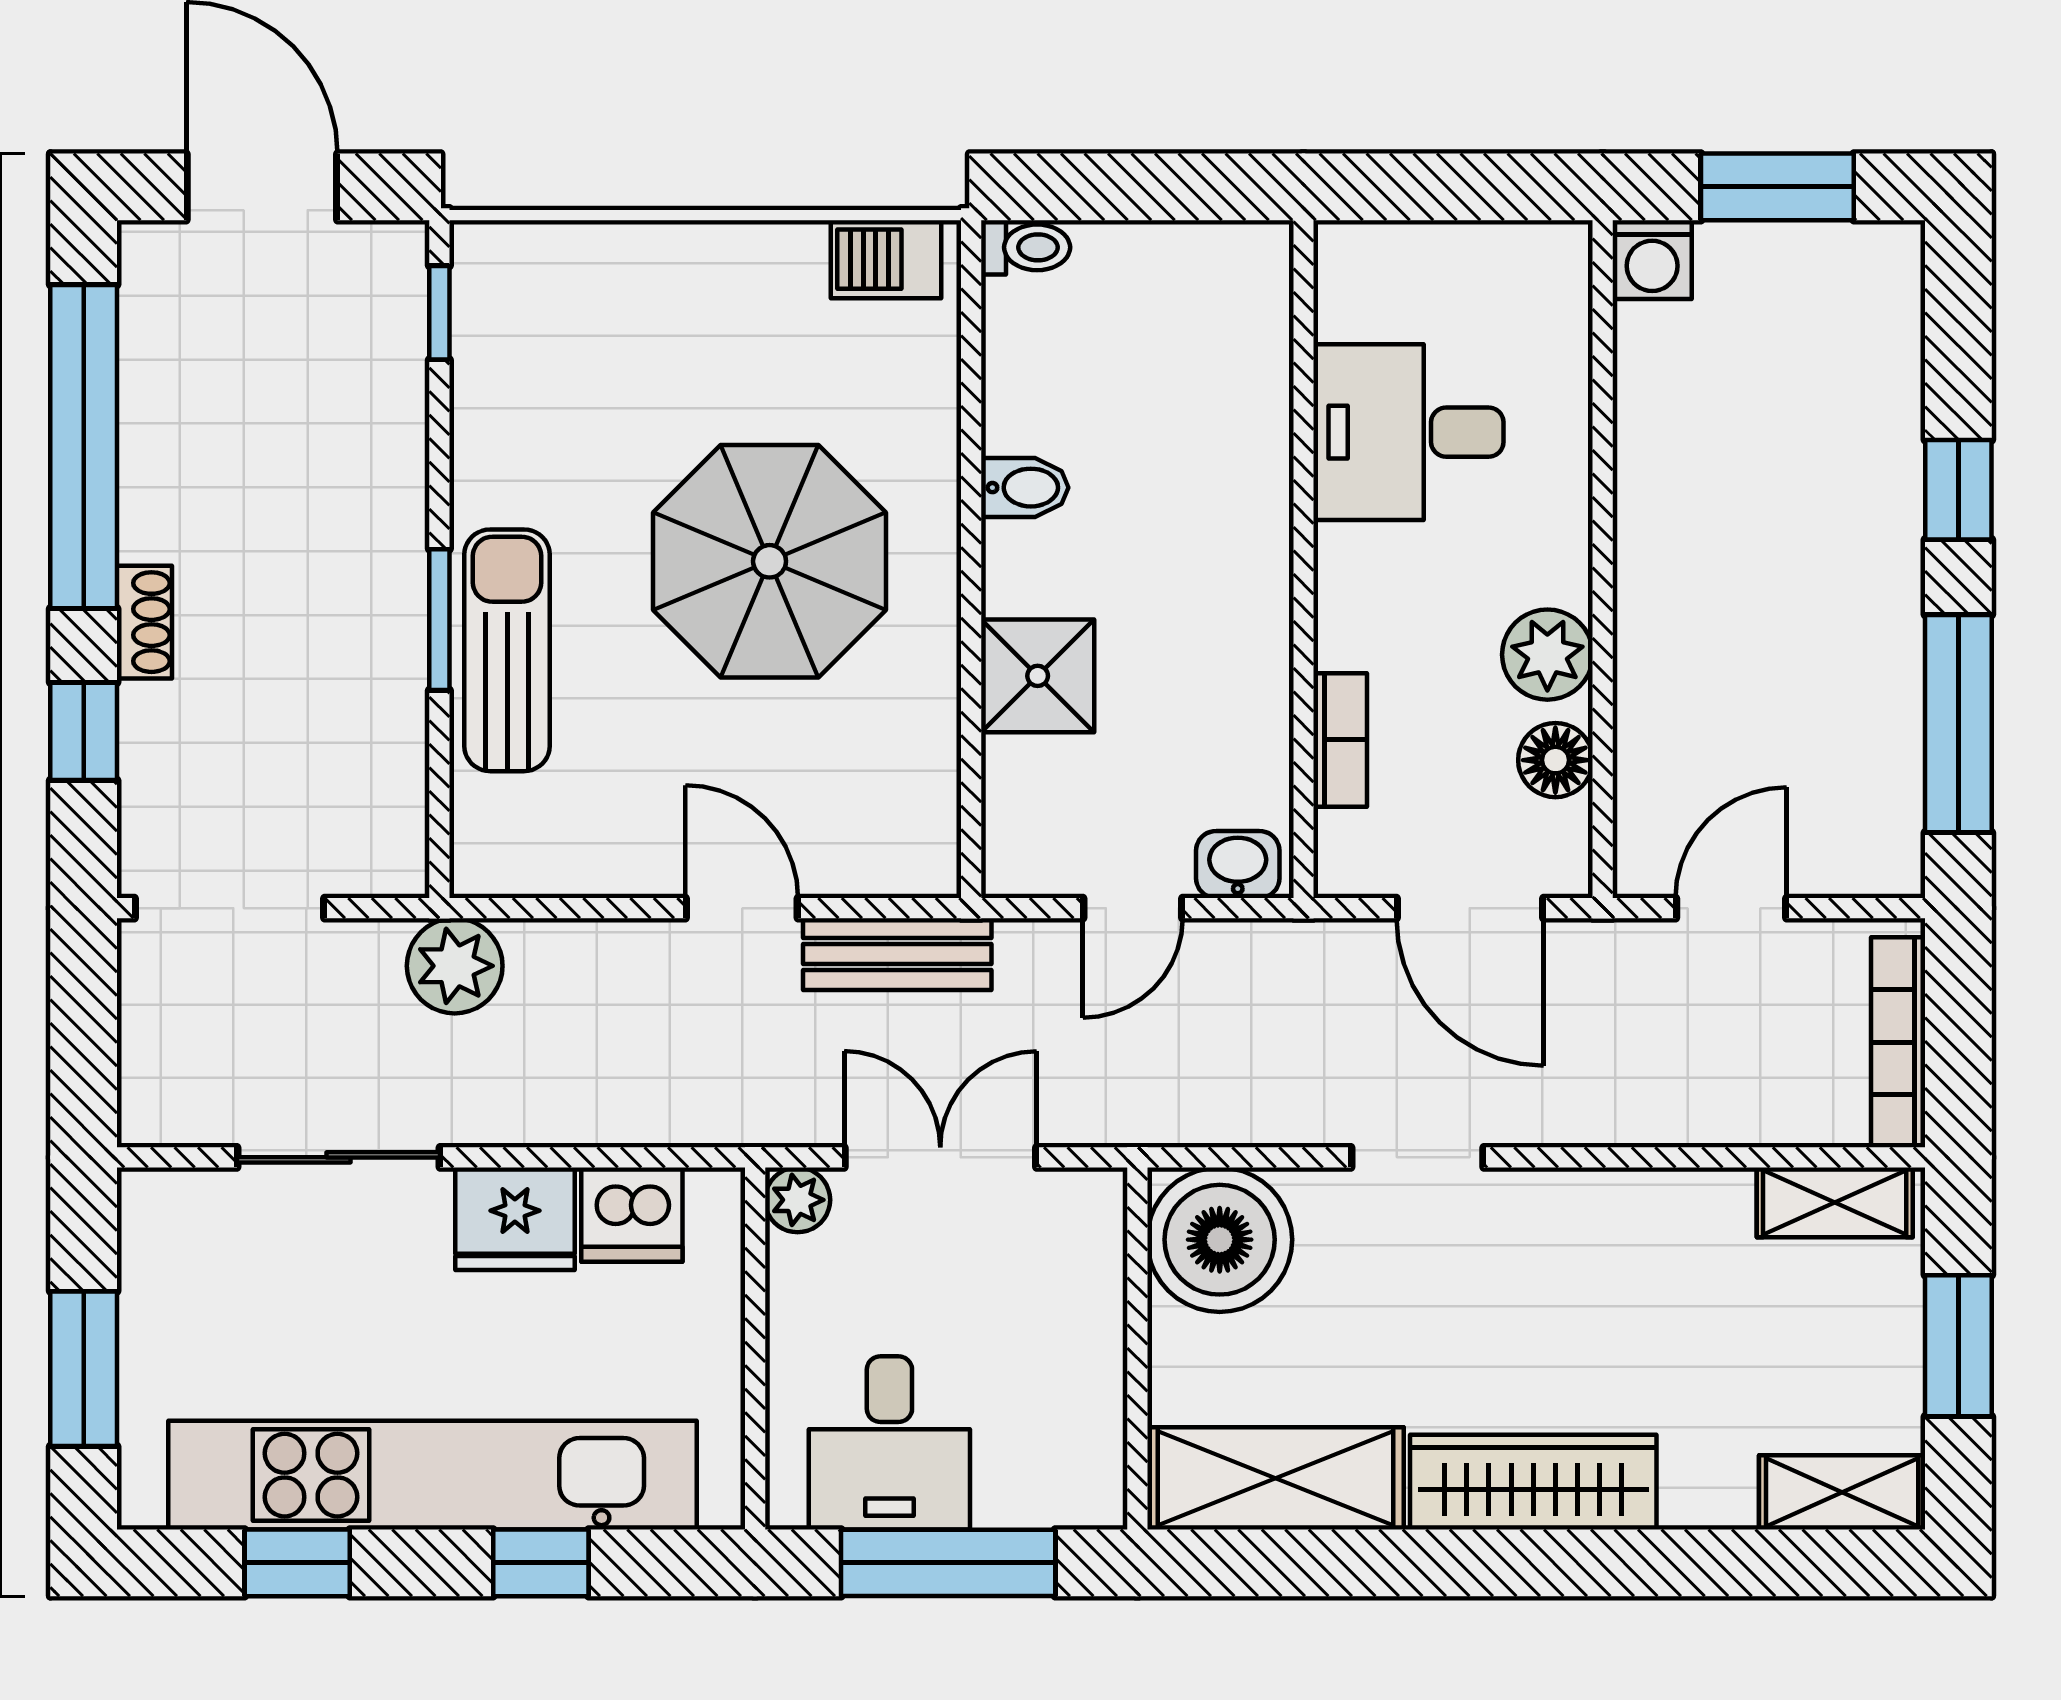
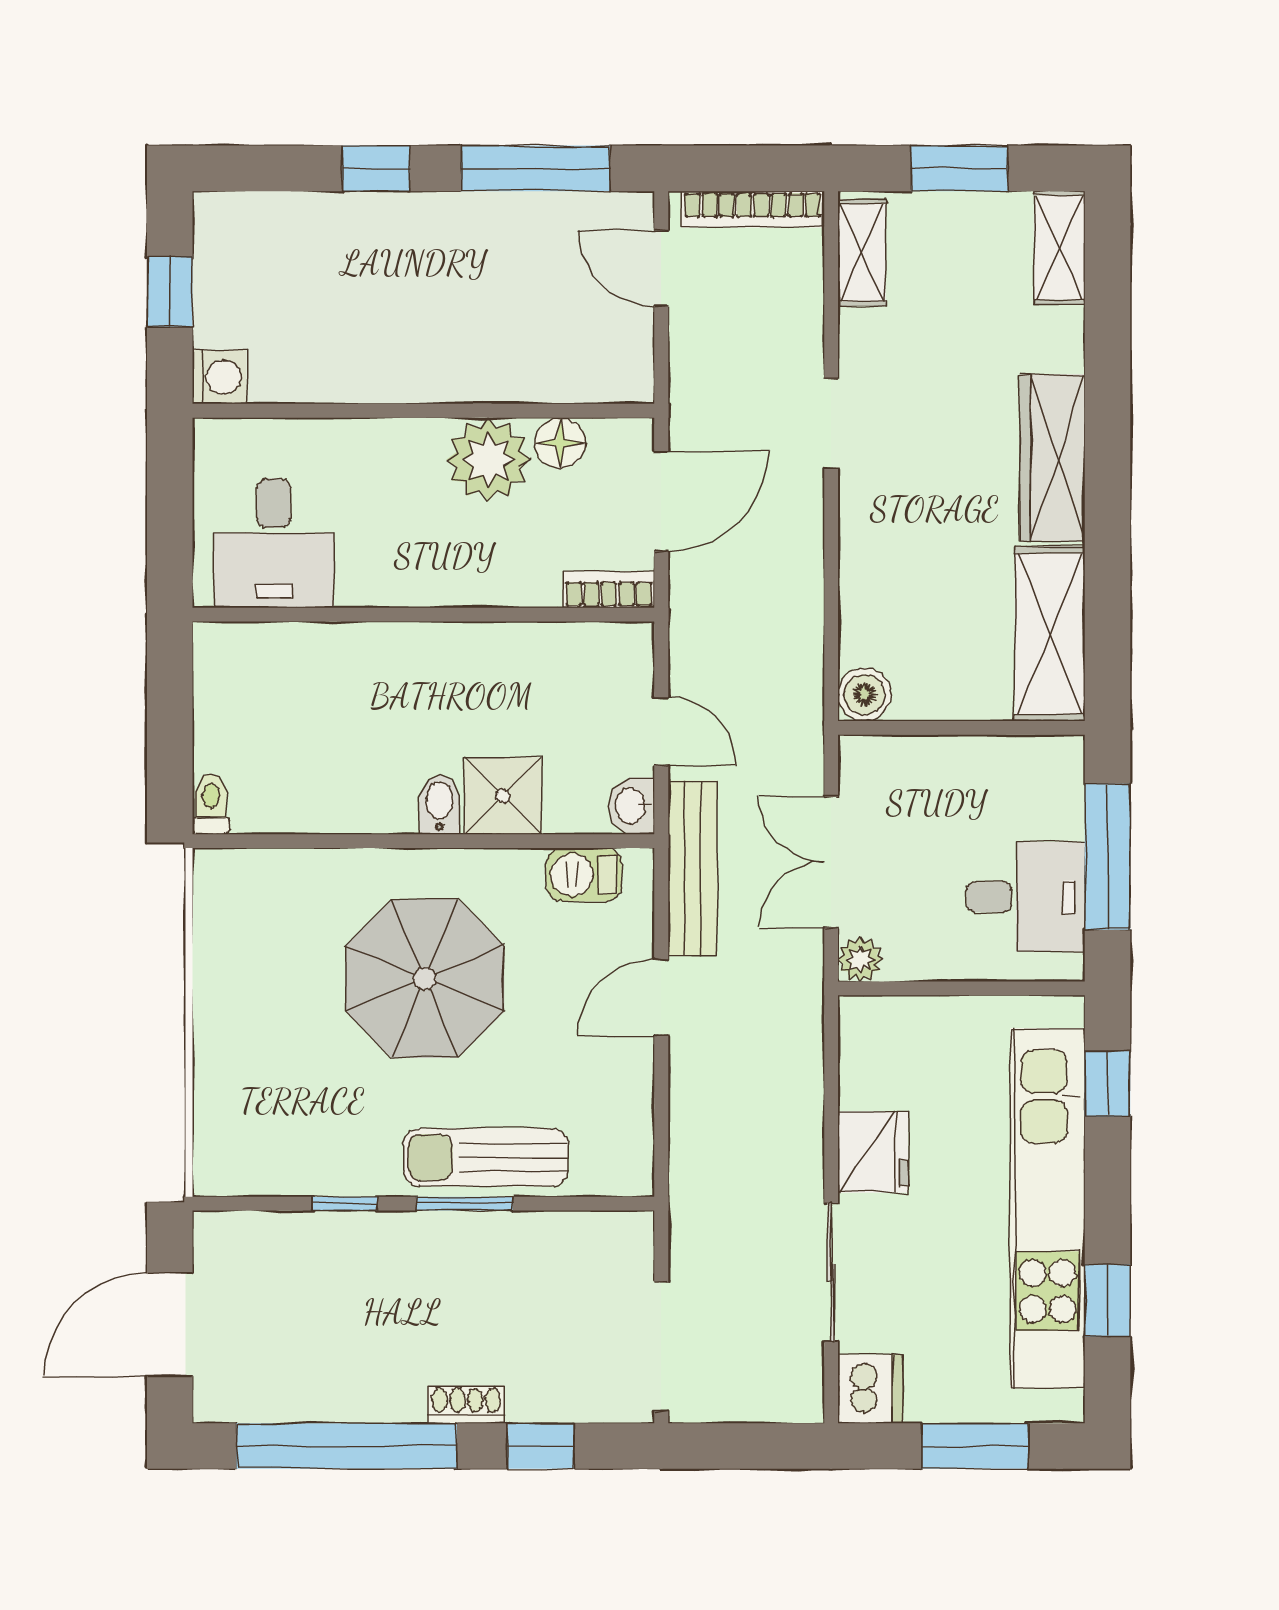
window: (1777, 187) -> (170, 292), width x0.67
barbecue: (886, 259) -> (584, 875), moved, turned 90
window: (439, 313) -> (345, 1204), moved
desk: (1408, 432) -> (274, 543), moved
bidet: (1025, 488) -> (440, 805), moved
plant: (1547, 655) -> (488, 460), width x1.36, depth x1.36
bookcase: (1340, 740) -> (609, 590), moved
washbasin: (1238, 864) -> (631, 806), moved
door: (1731, 908) -> (661, 268), moved
bench: (897, 954) -> (693, 868), width x1.36
plant: (455, 966) -> (701, 1193), removed
doorway: (1417, 1157) -> (831, 424), moved
dishwasher: (632, 1215) -> (870, 1389), moved
boiler: (1220, 1240) -> (864, 695), width x0.54, depth x0.54
window: (541, 1563) -> (1107, 1084), moved

